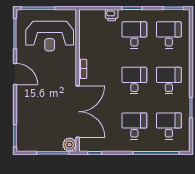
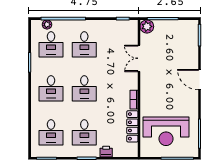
reception desk: (50, 36) -> (166, 131), turned 180
locker: (84, 41) -> (132, 126), added
door: (15, 74) -> (199, 80), moved
double door: (78, 112) -> (139, 58), width x0.54
plant: (173, 147) -> (47, 24), added

